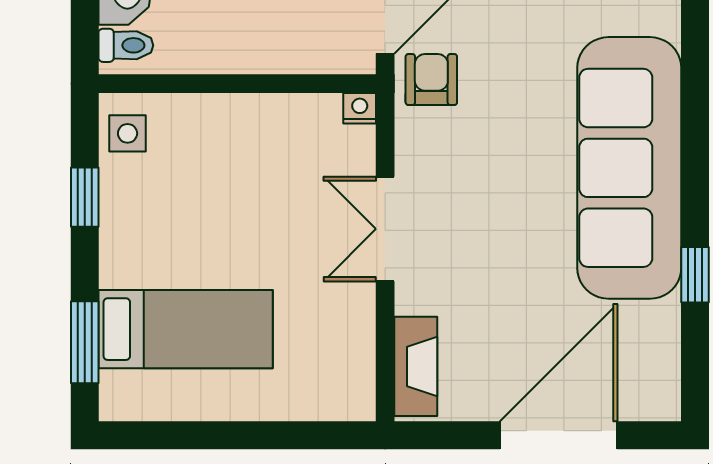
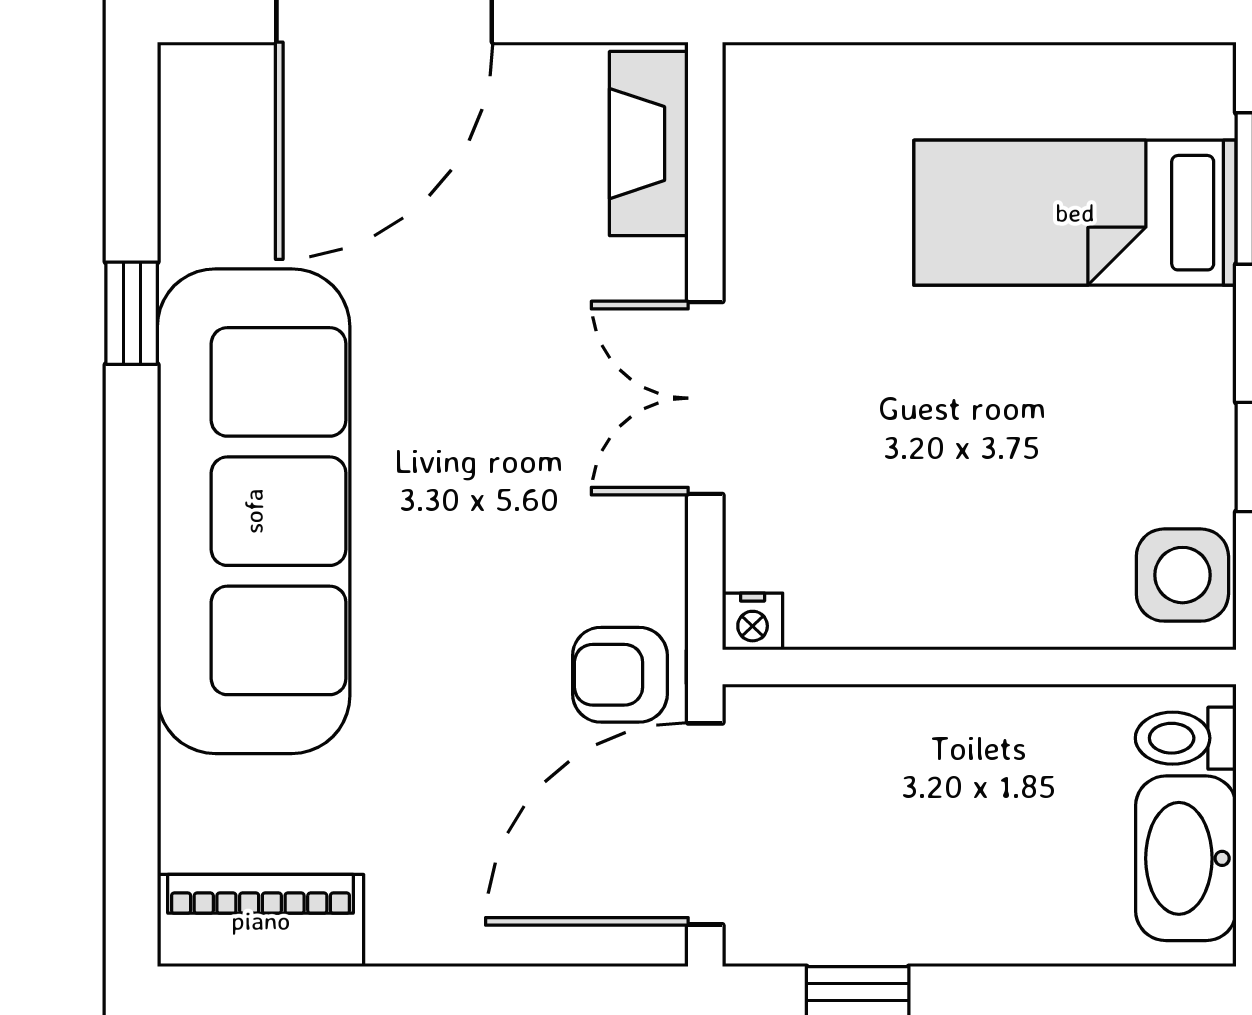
armchair: (431, 80) -> (620, 675), turned 90
side table: (128, 133) -> (1182, 575), width x1.37, depth x1.37
double door: (385, 229) -> (705, 398), swing flipped

